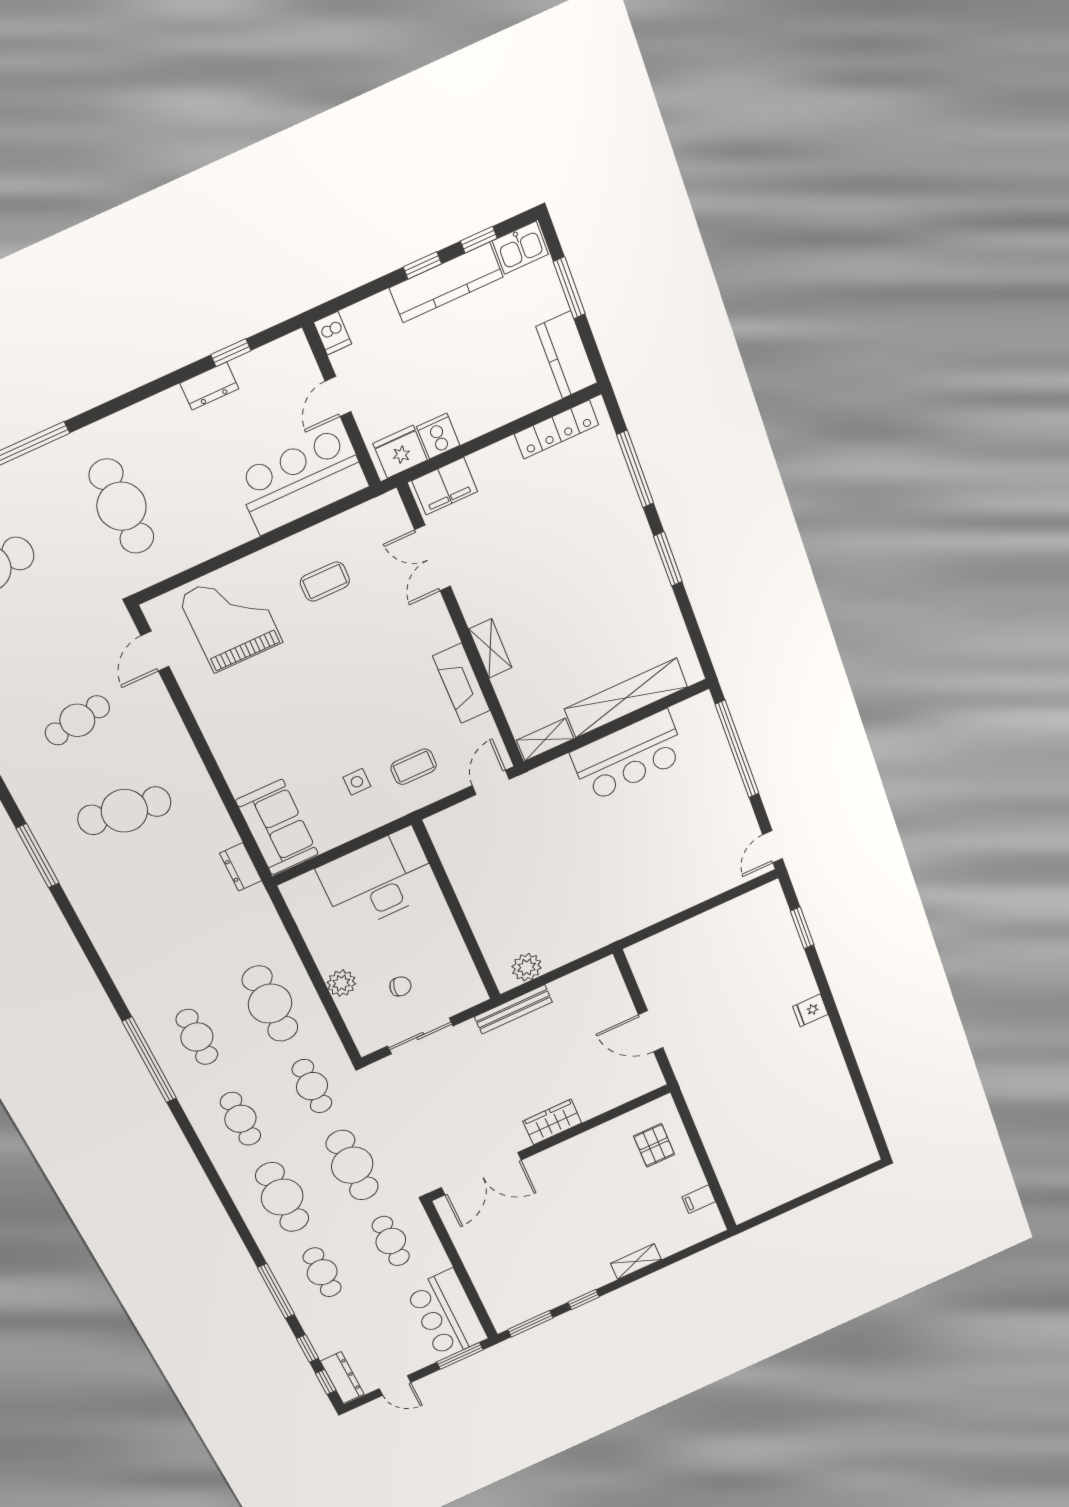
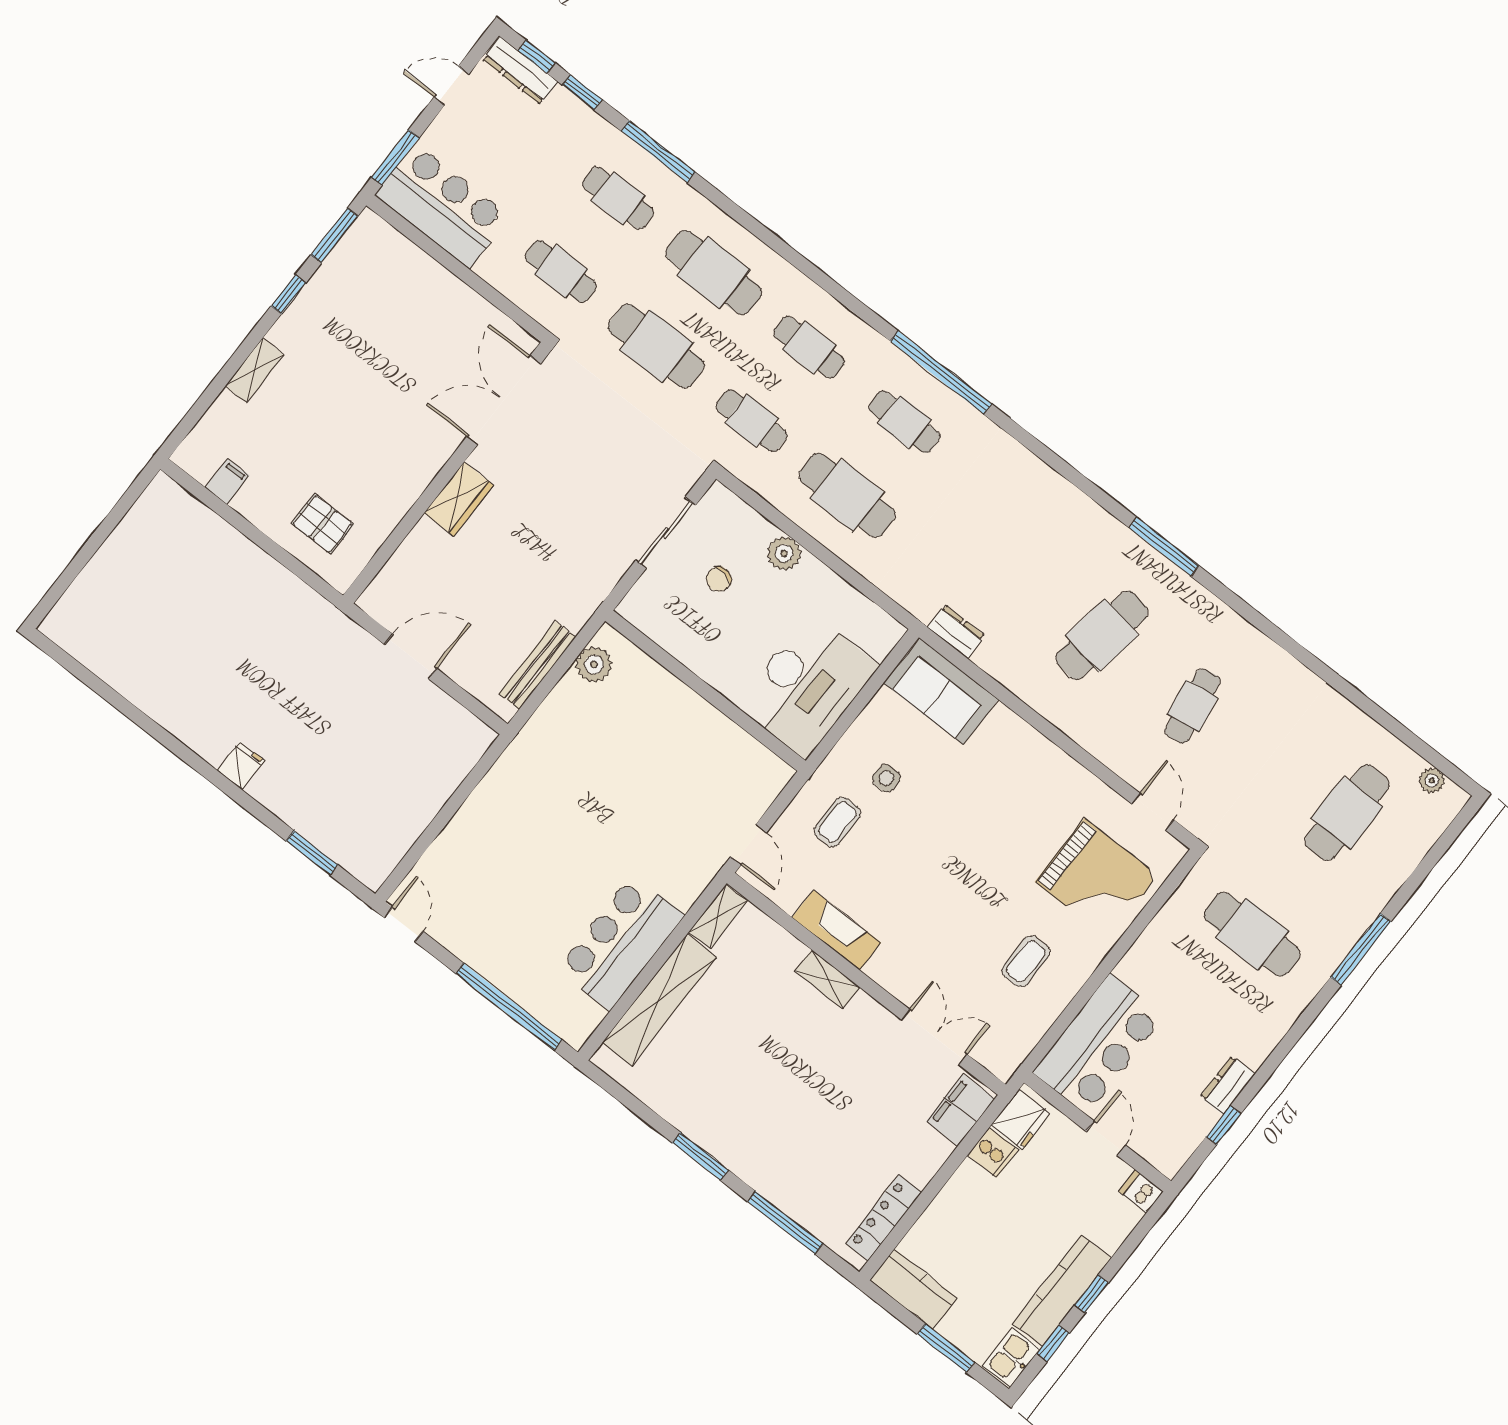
bench: (513, 1009) -> (537, 665), moved

